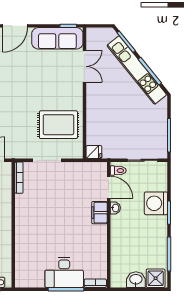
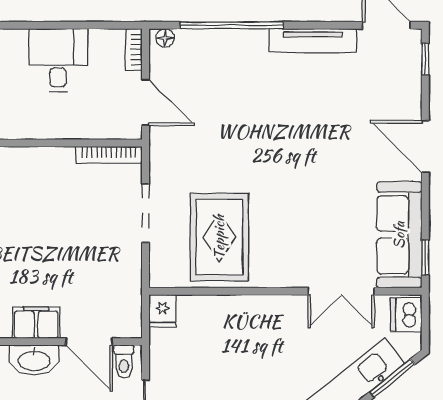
dishwasher: (96, 35) -> (406, 315), added
door: (109, 187) -> (89, 342), hinge flipped
washbasin: (115, 208) -> (34, 360), width x1.91, depth x1.45

